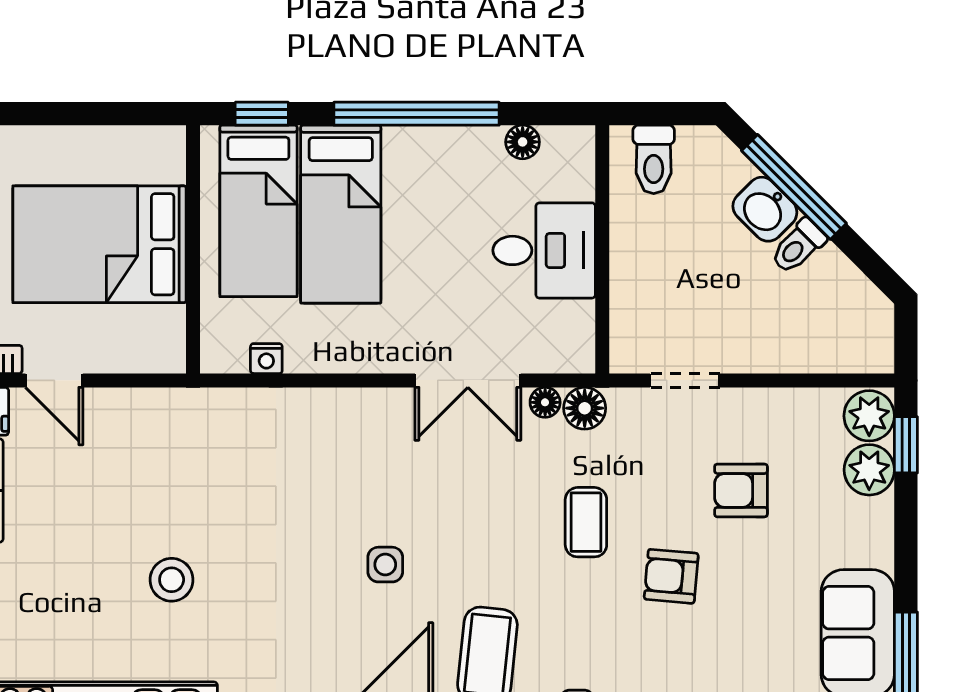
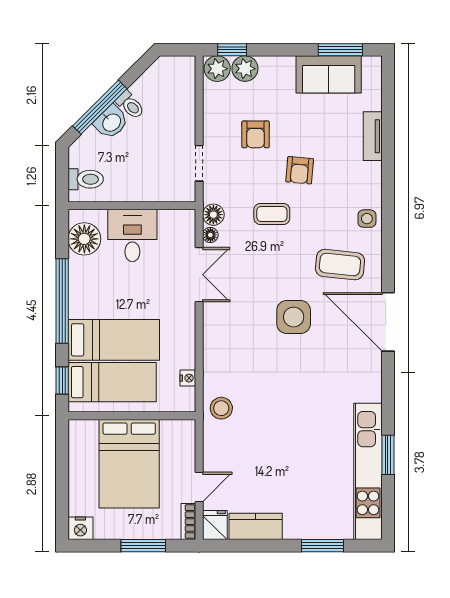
floor lamp: (523, 142) -> (84, 239), width x1.89, depth x1.89
side table: (385, 565) -> (294, 317), width x1.87, depth x1.87
stool: (172, 580) -> (221, 408), moved

